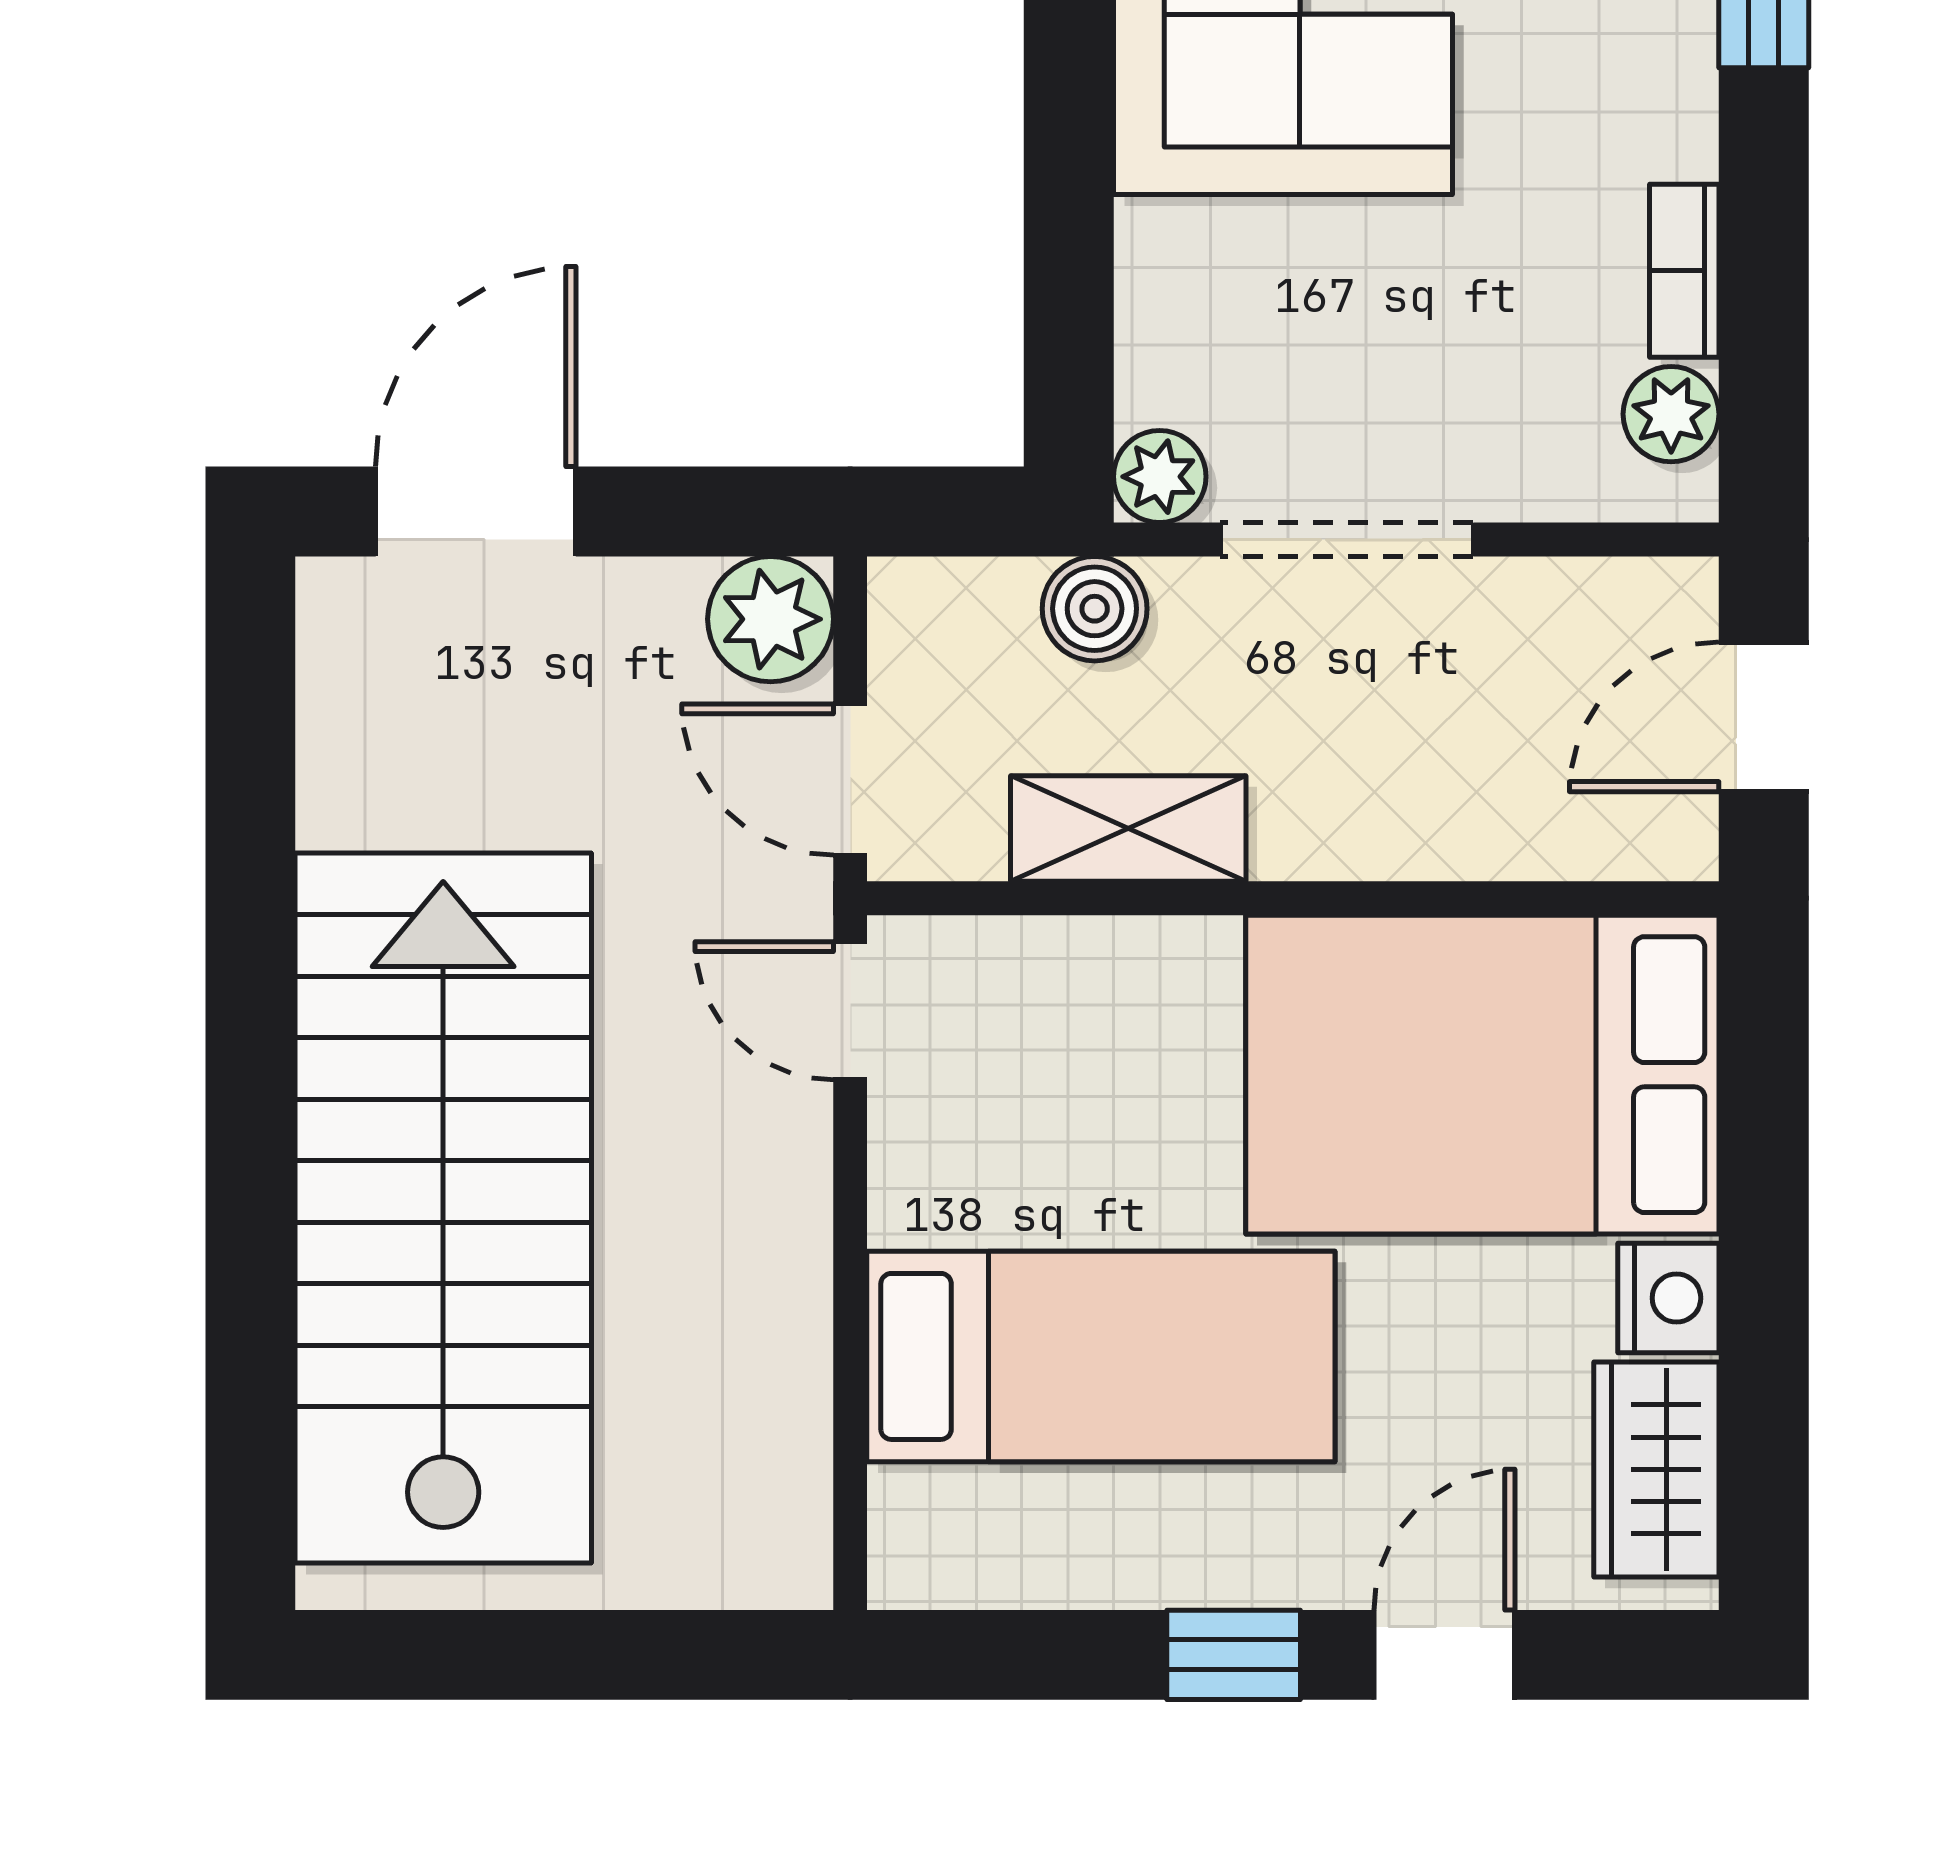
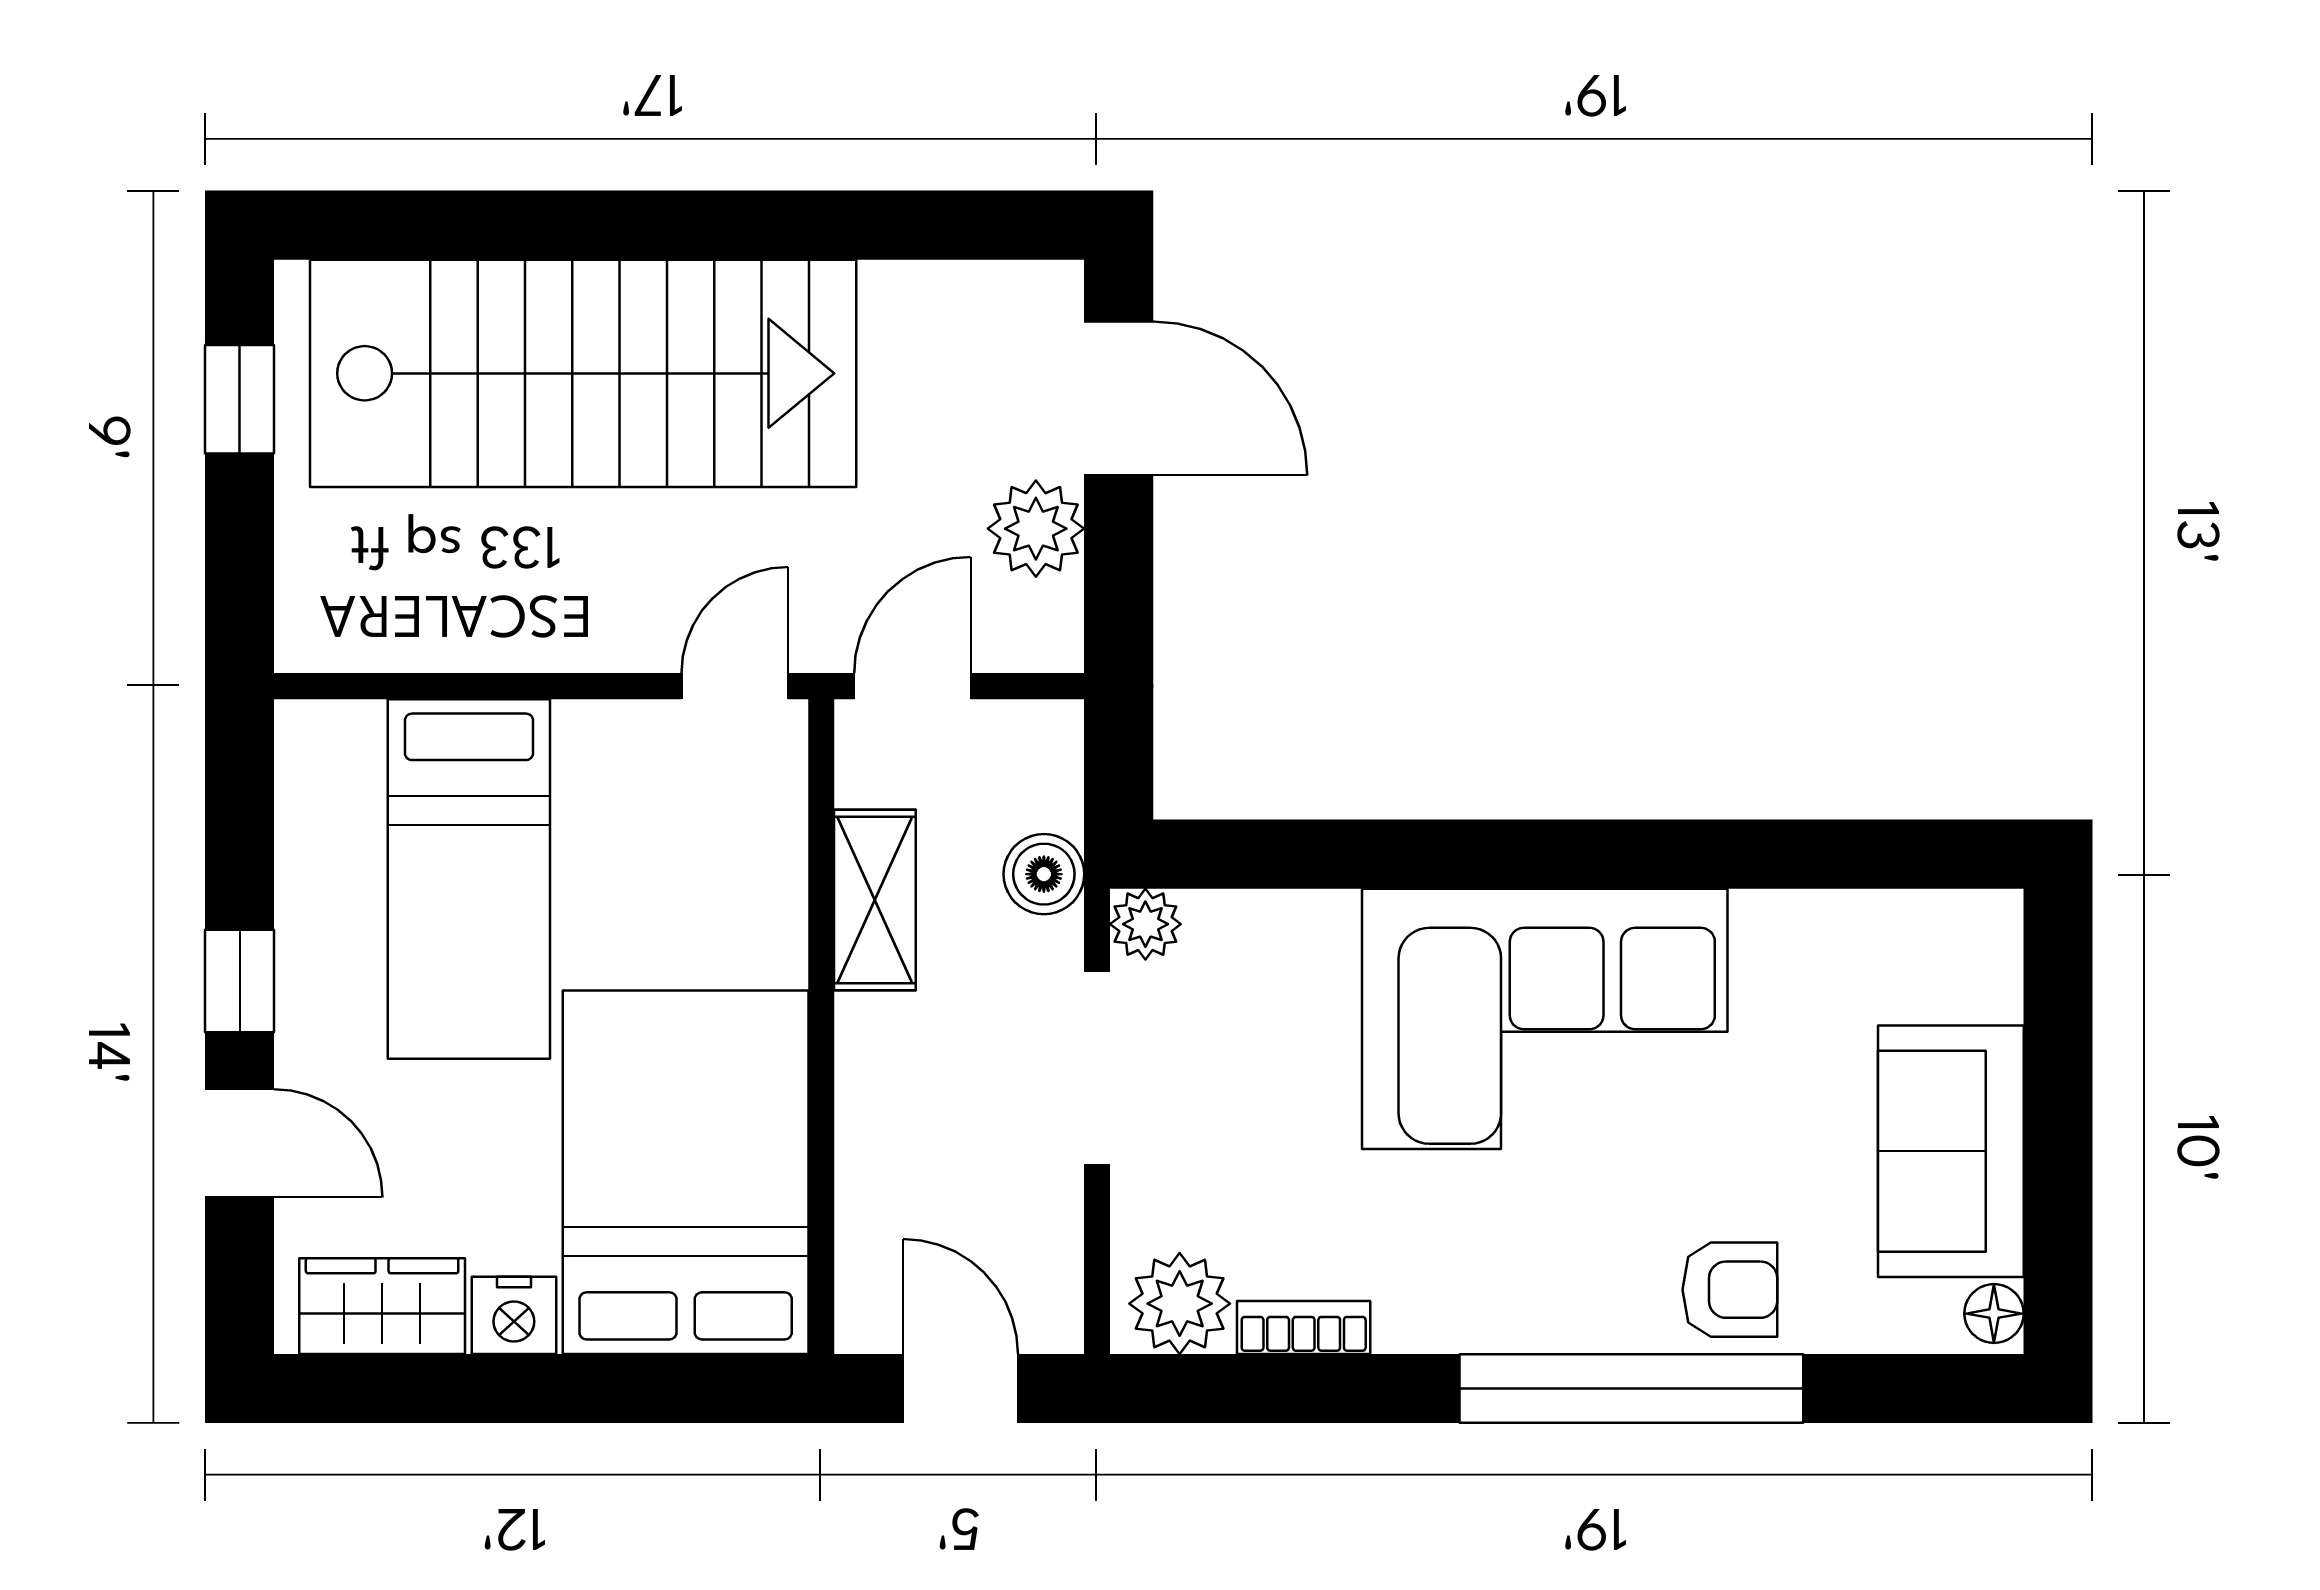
plant: (1671, 414) -> (1180, 1304), width x1.38, depth x1.38
plant: (771, 619) -> (1036, 529), moved
window: (477, 1655) -> (240, 399), added

